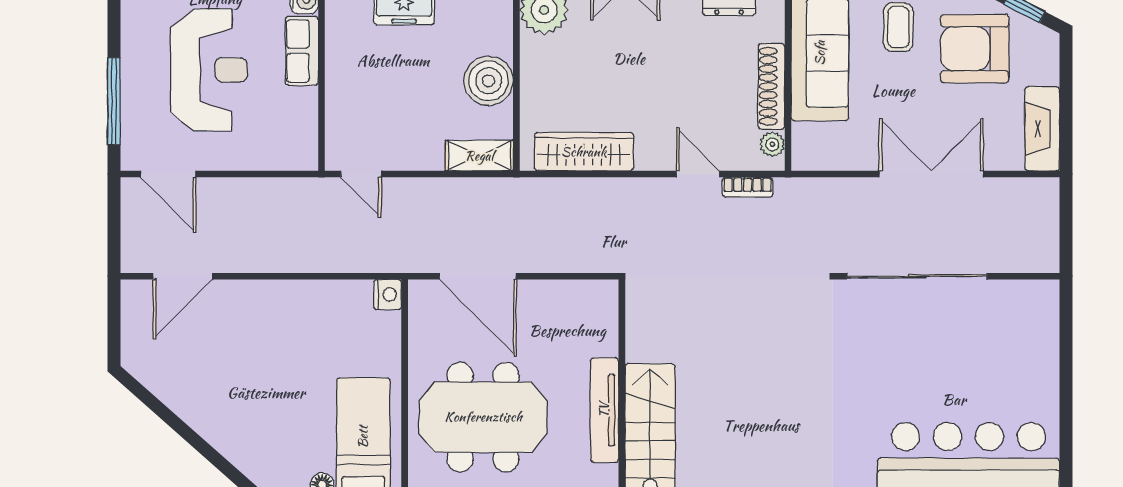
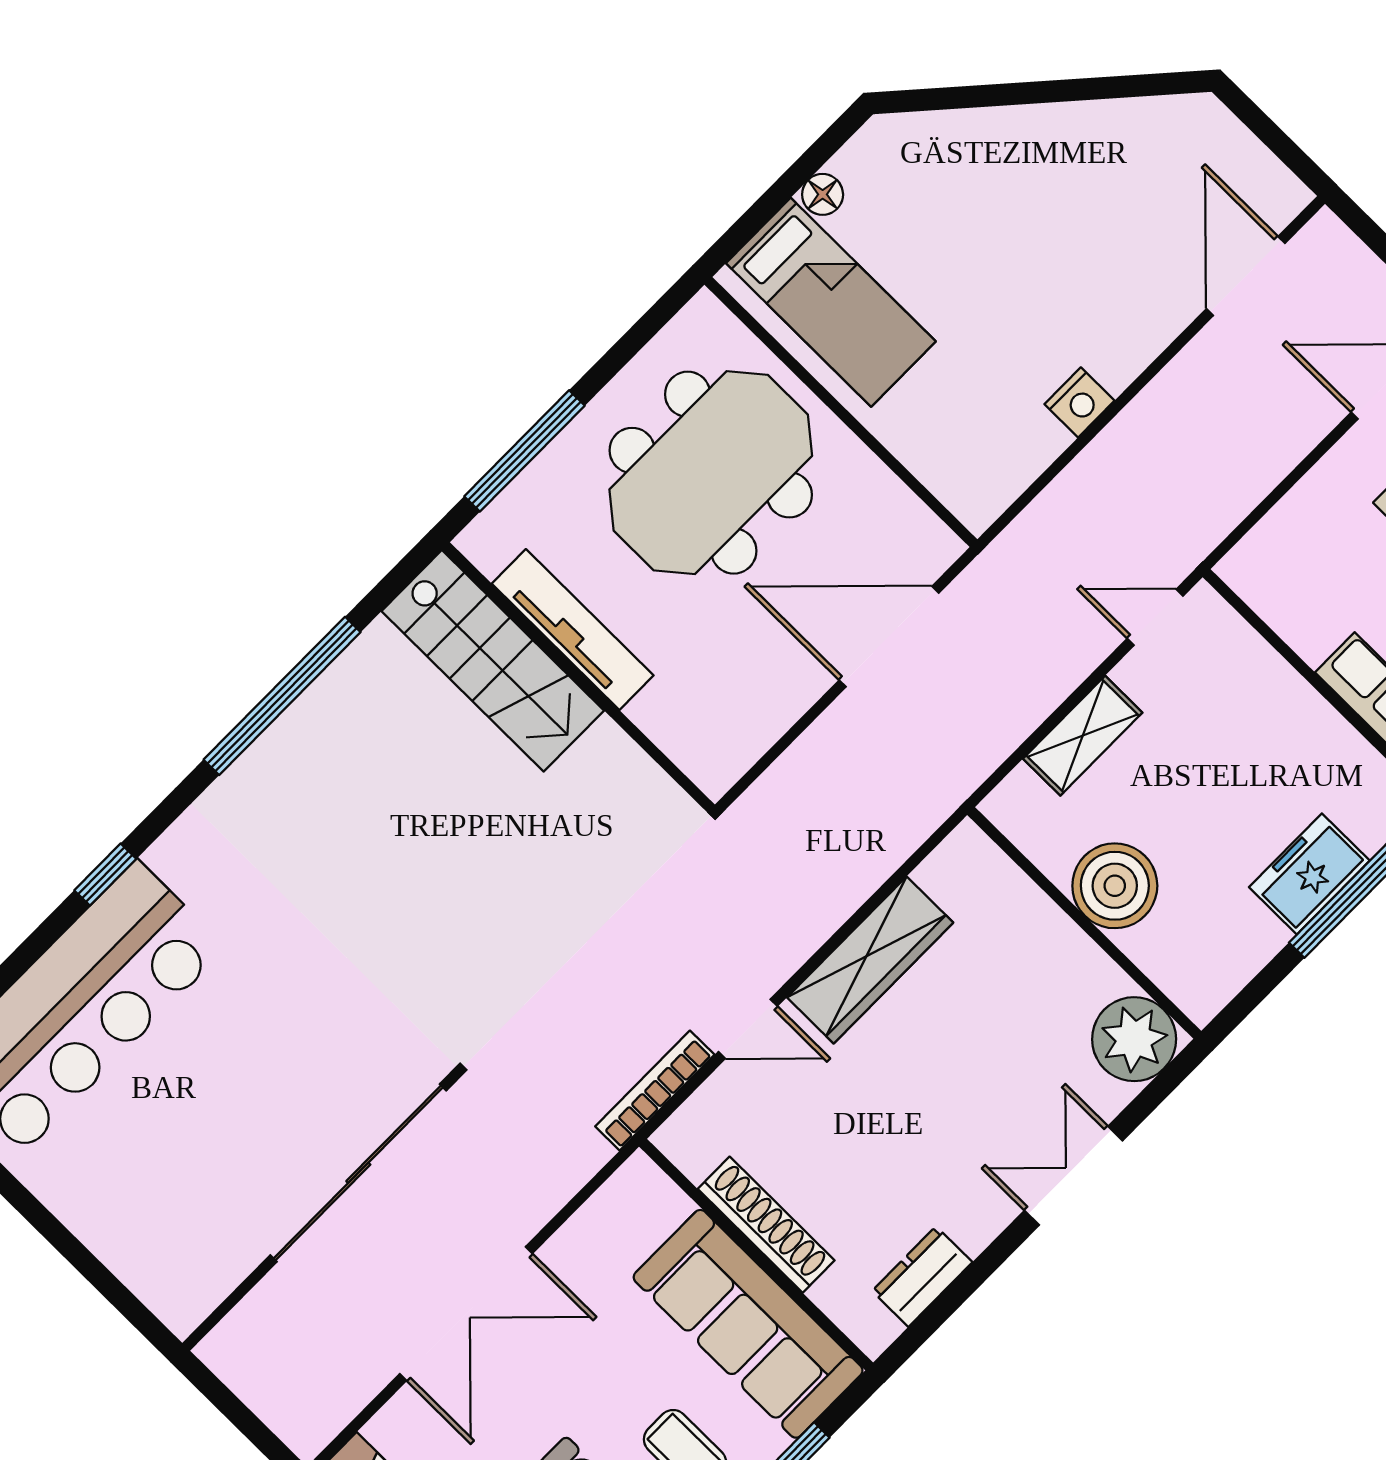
plant: (772, 144) -> (694, 1156), removed
wardrobe: (584, 152) -> (870, 960), moved
shelving: (479, 156) -> (1083, 736), moved
bookcase: (747, 187) -> (655, 1091), width x1.56
nightstand: (388, 295) -> (1079, 402), moved, turned -90

